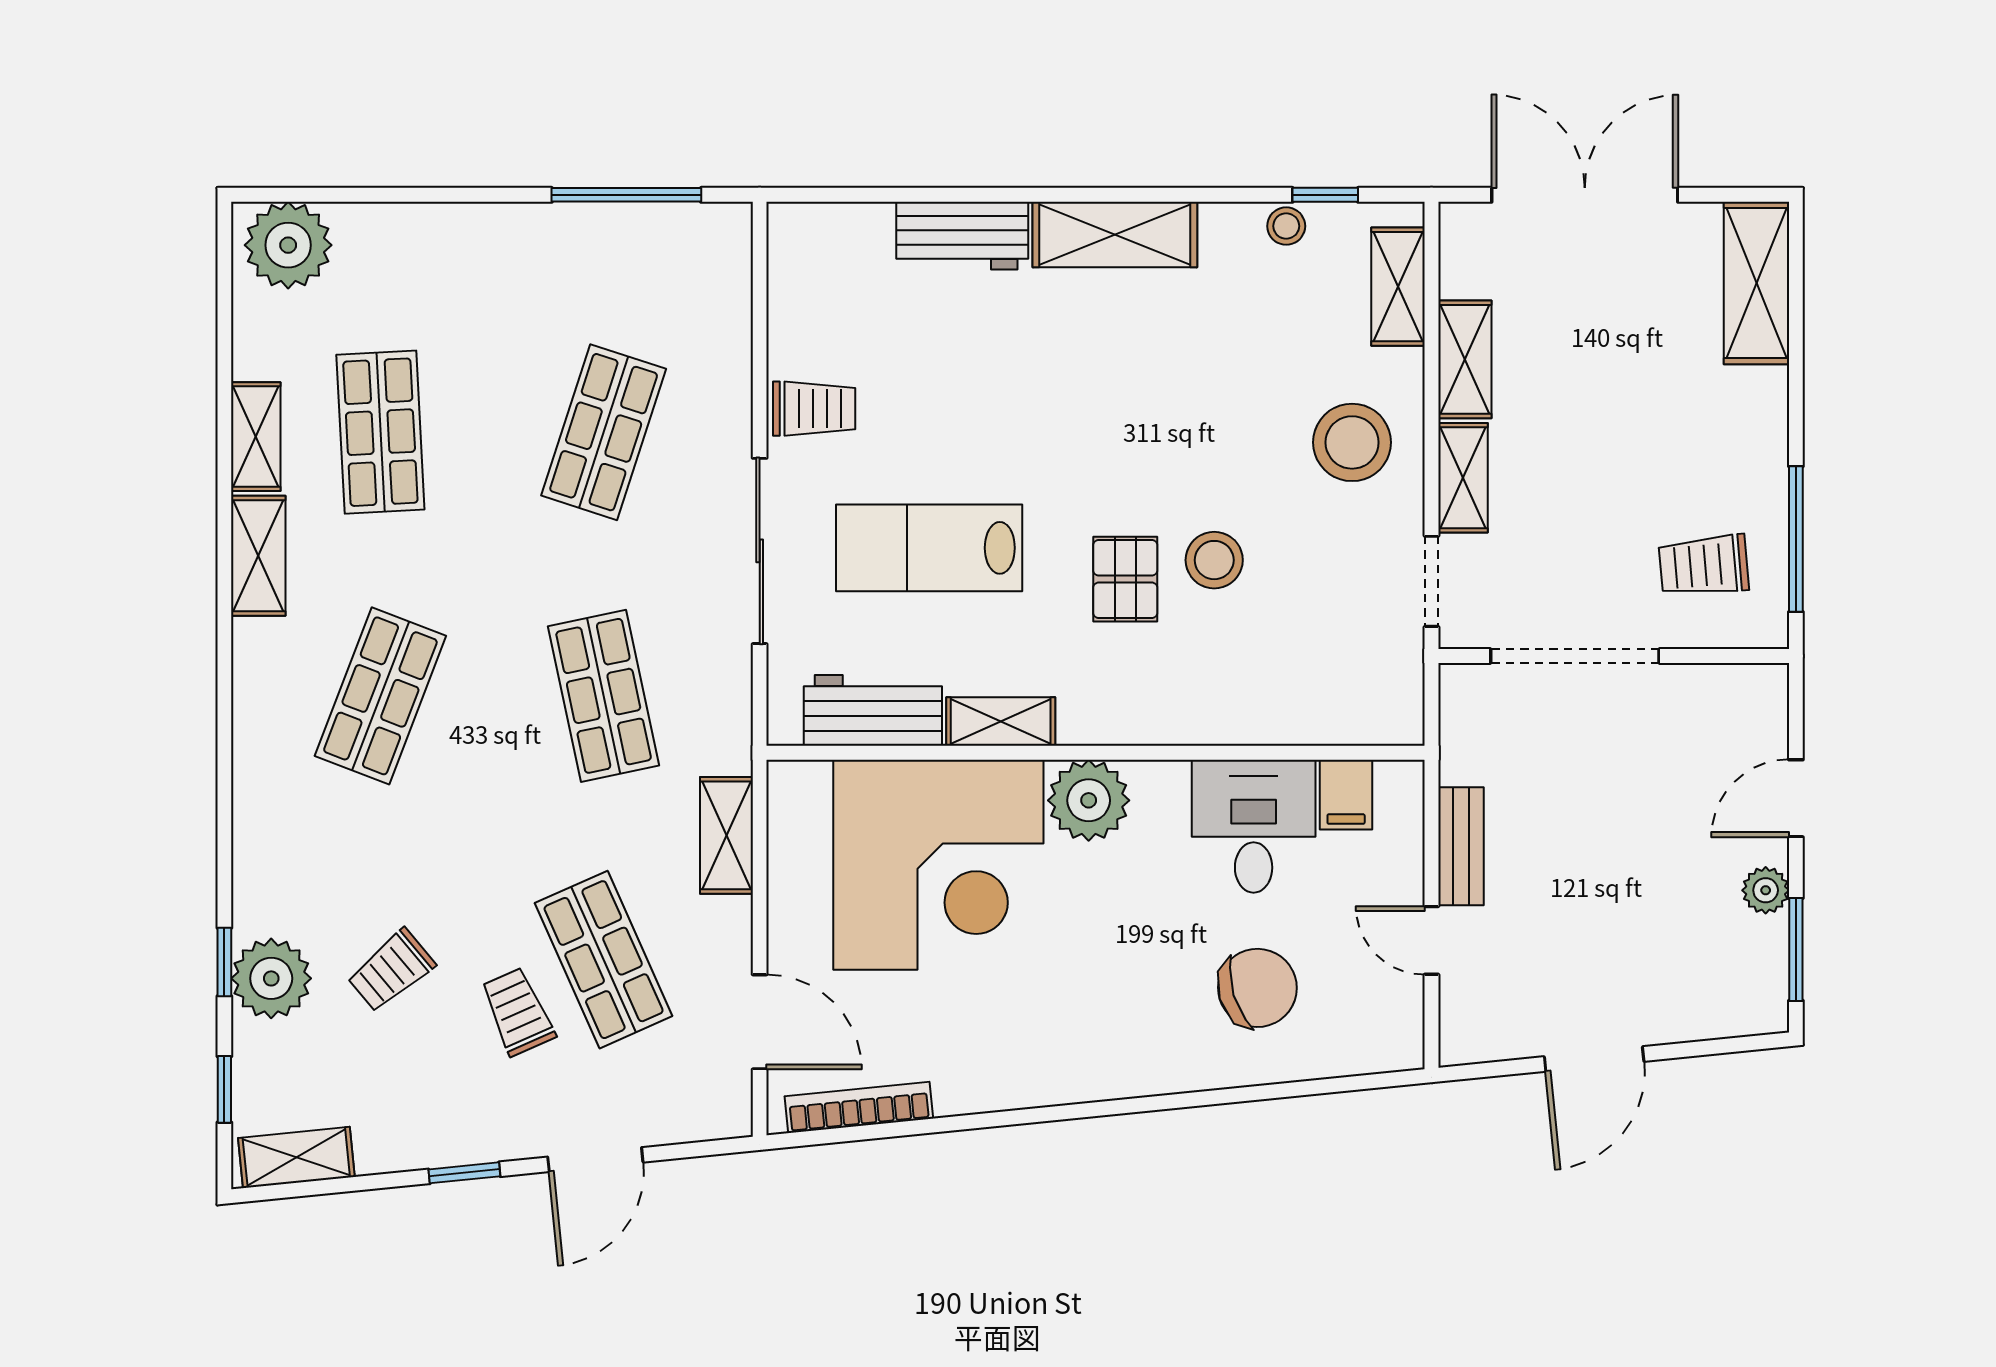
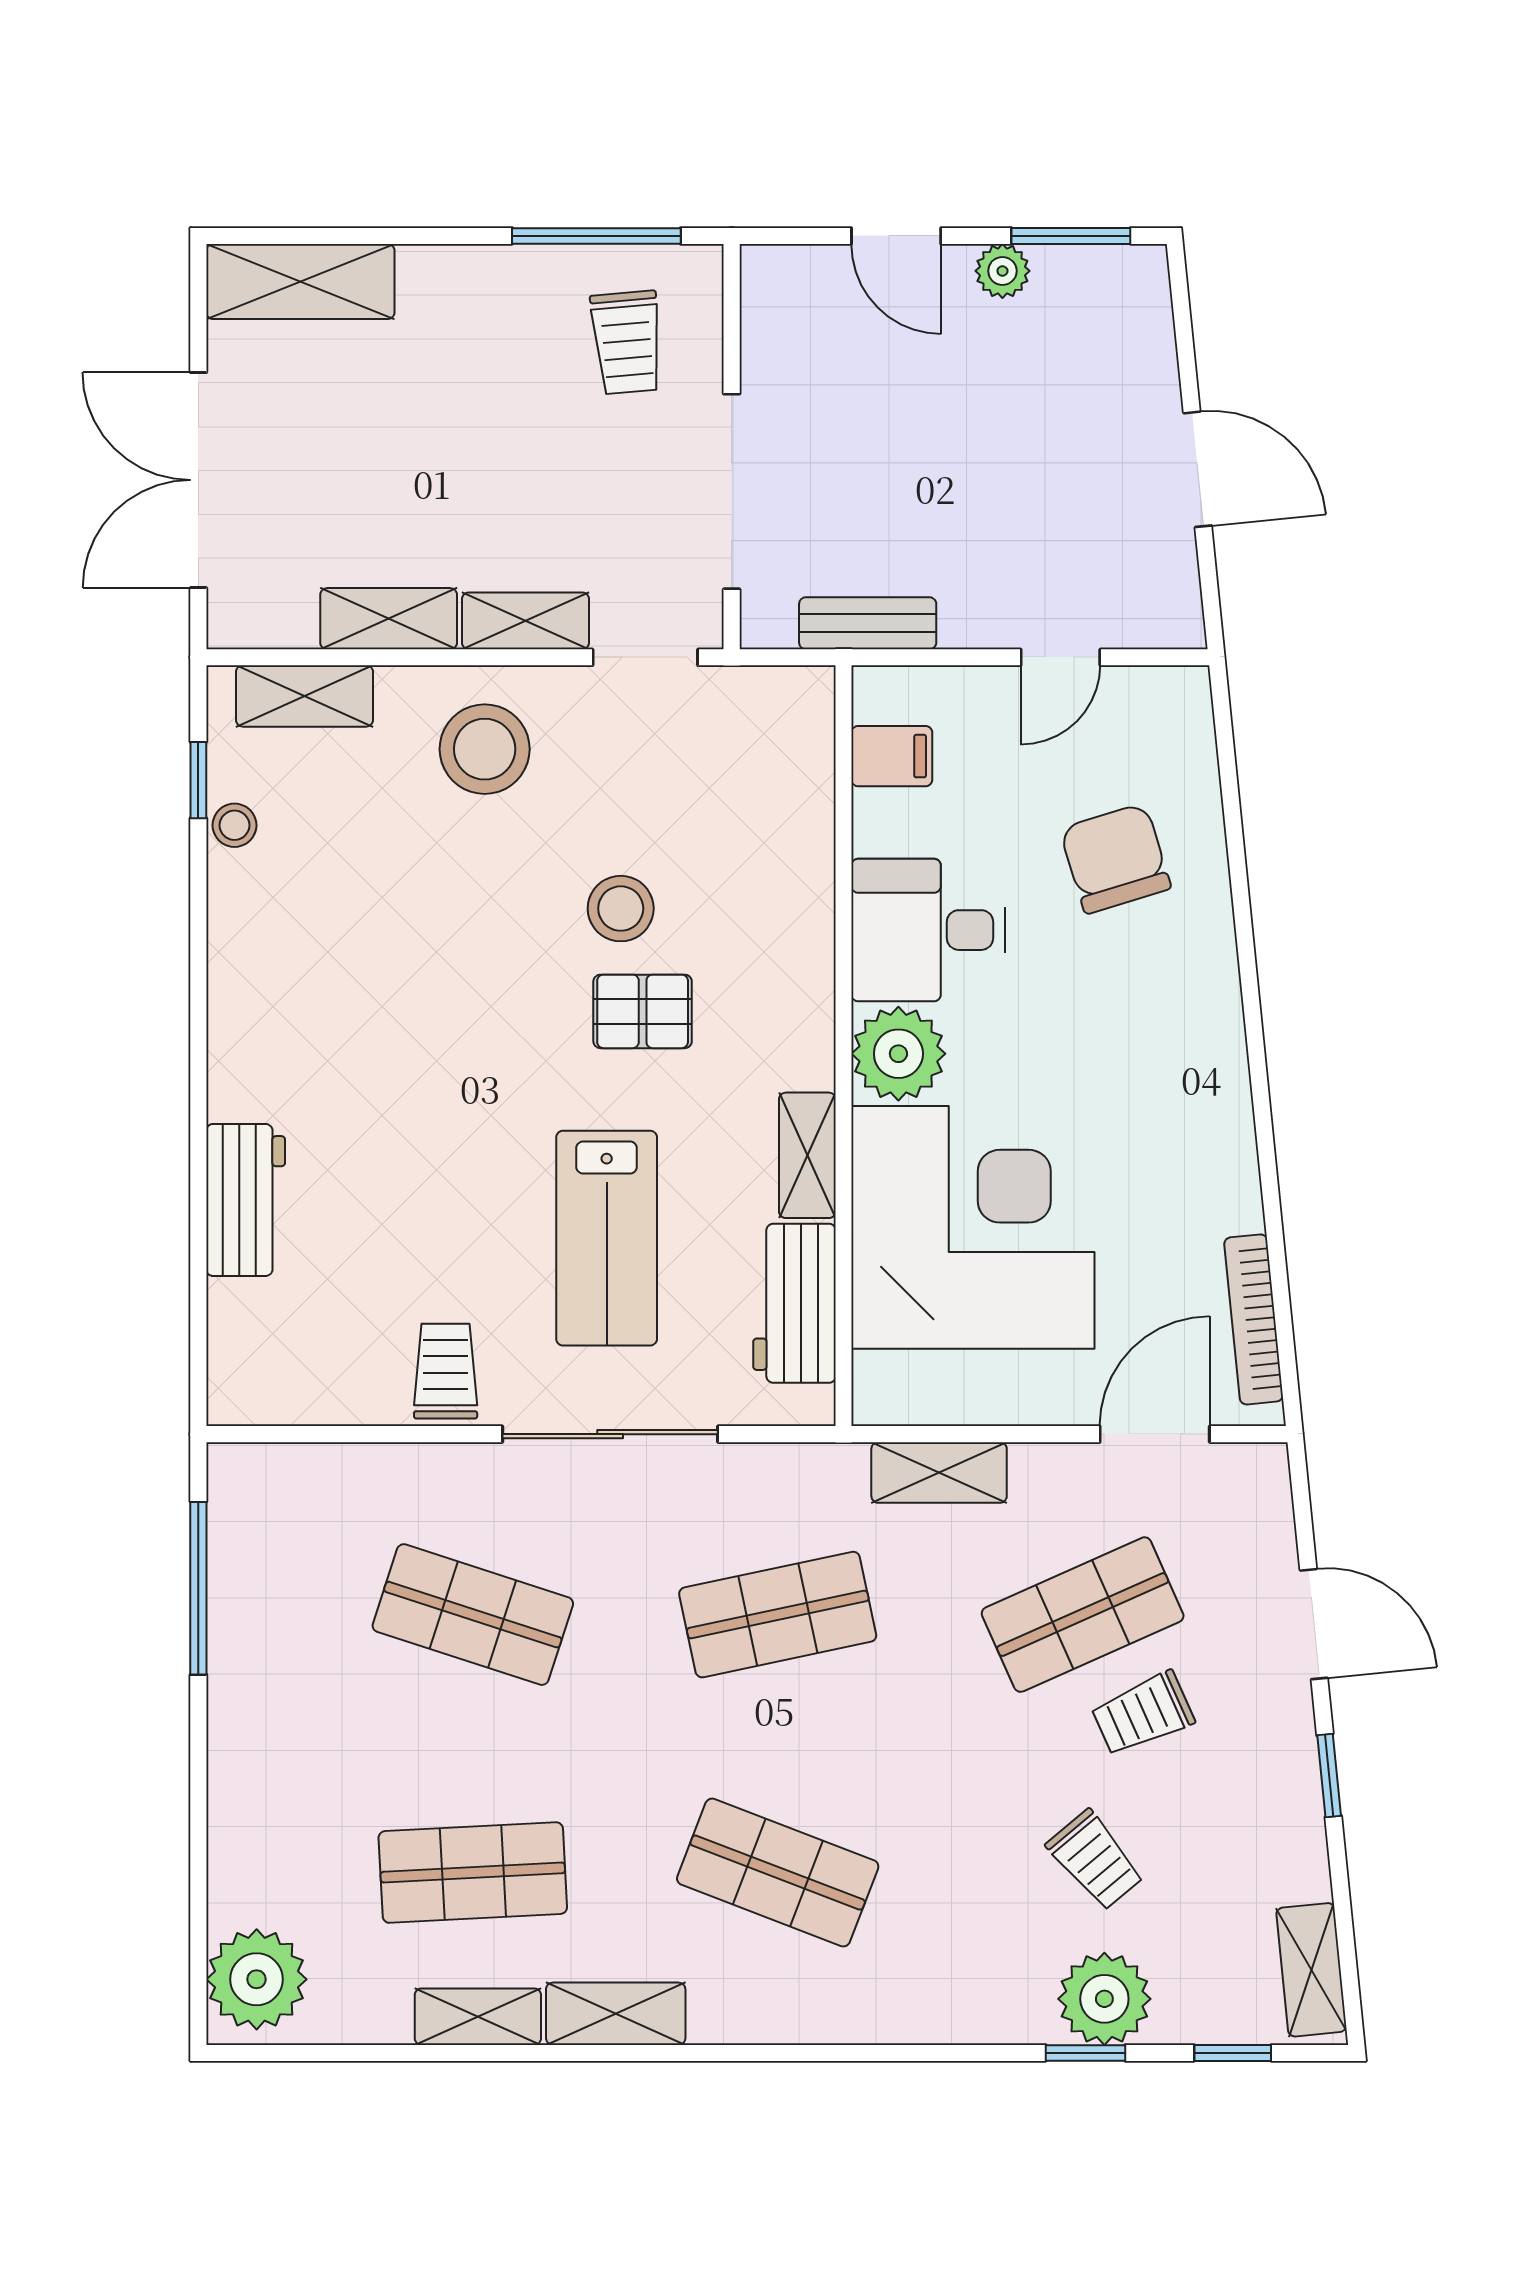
shelving: (1115, 235) -> (244, 1023), removed
desk: (1254, 826) -> (928, 930), moved
bench: (1461, 846) -> (868, 623), moved

